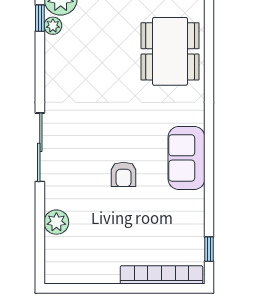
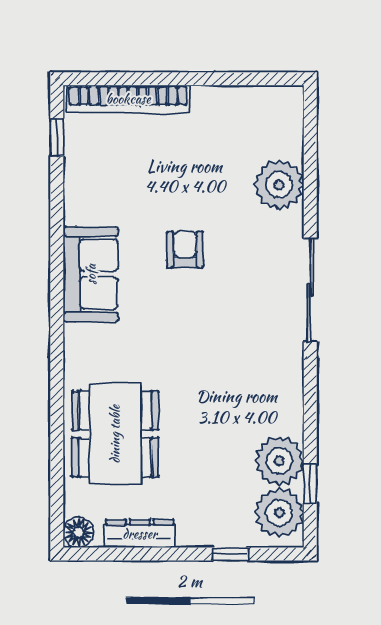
plant: (53, 26) -> (279, 461), width x1.87, depth x1.87
plant: (56, 222) -> (279, 185), width x1.36, depth x1.36

